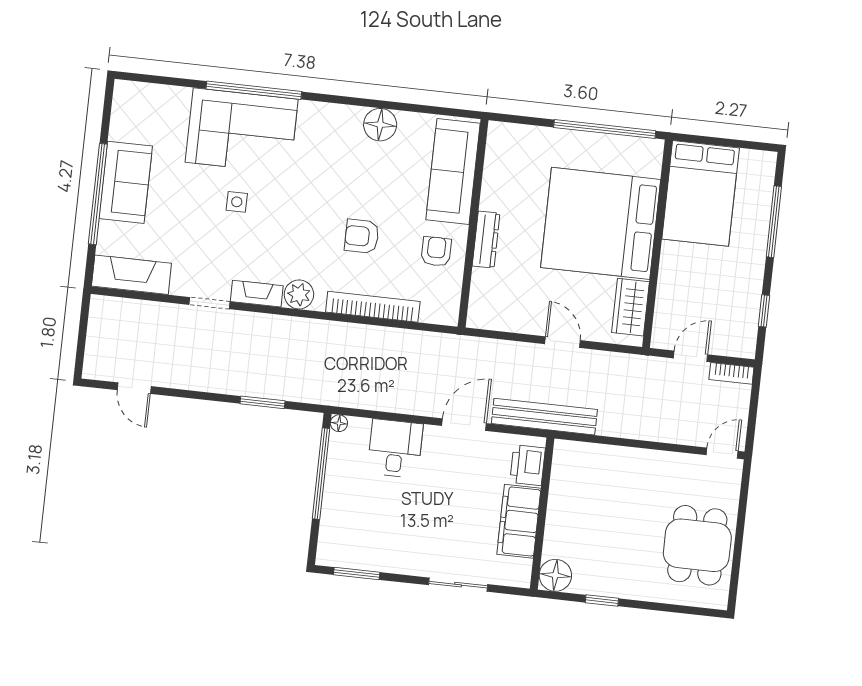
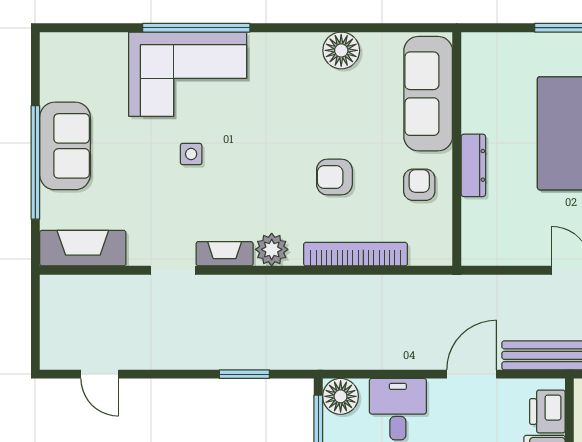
floor lamp: (339, 423) -> (341, 396), width x1.89, depth x1.89

